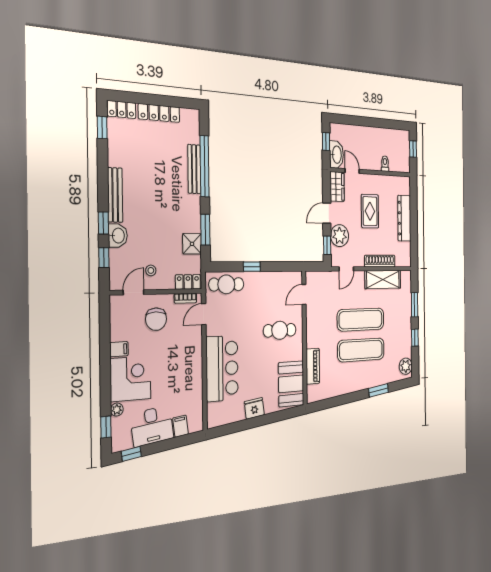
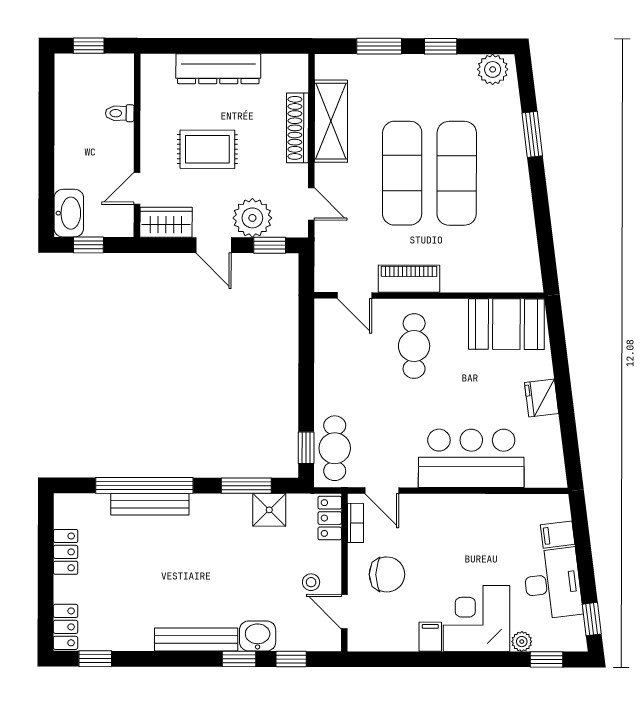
locker: (159, 113) -> (66, 552), width x0.66
washbasin: (337, 155) -> (69, 213), moved, turned 90
window: (252, 267) -> (306, 448), moved
piano: (313, 366) -> (409, 279), moved

